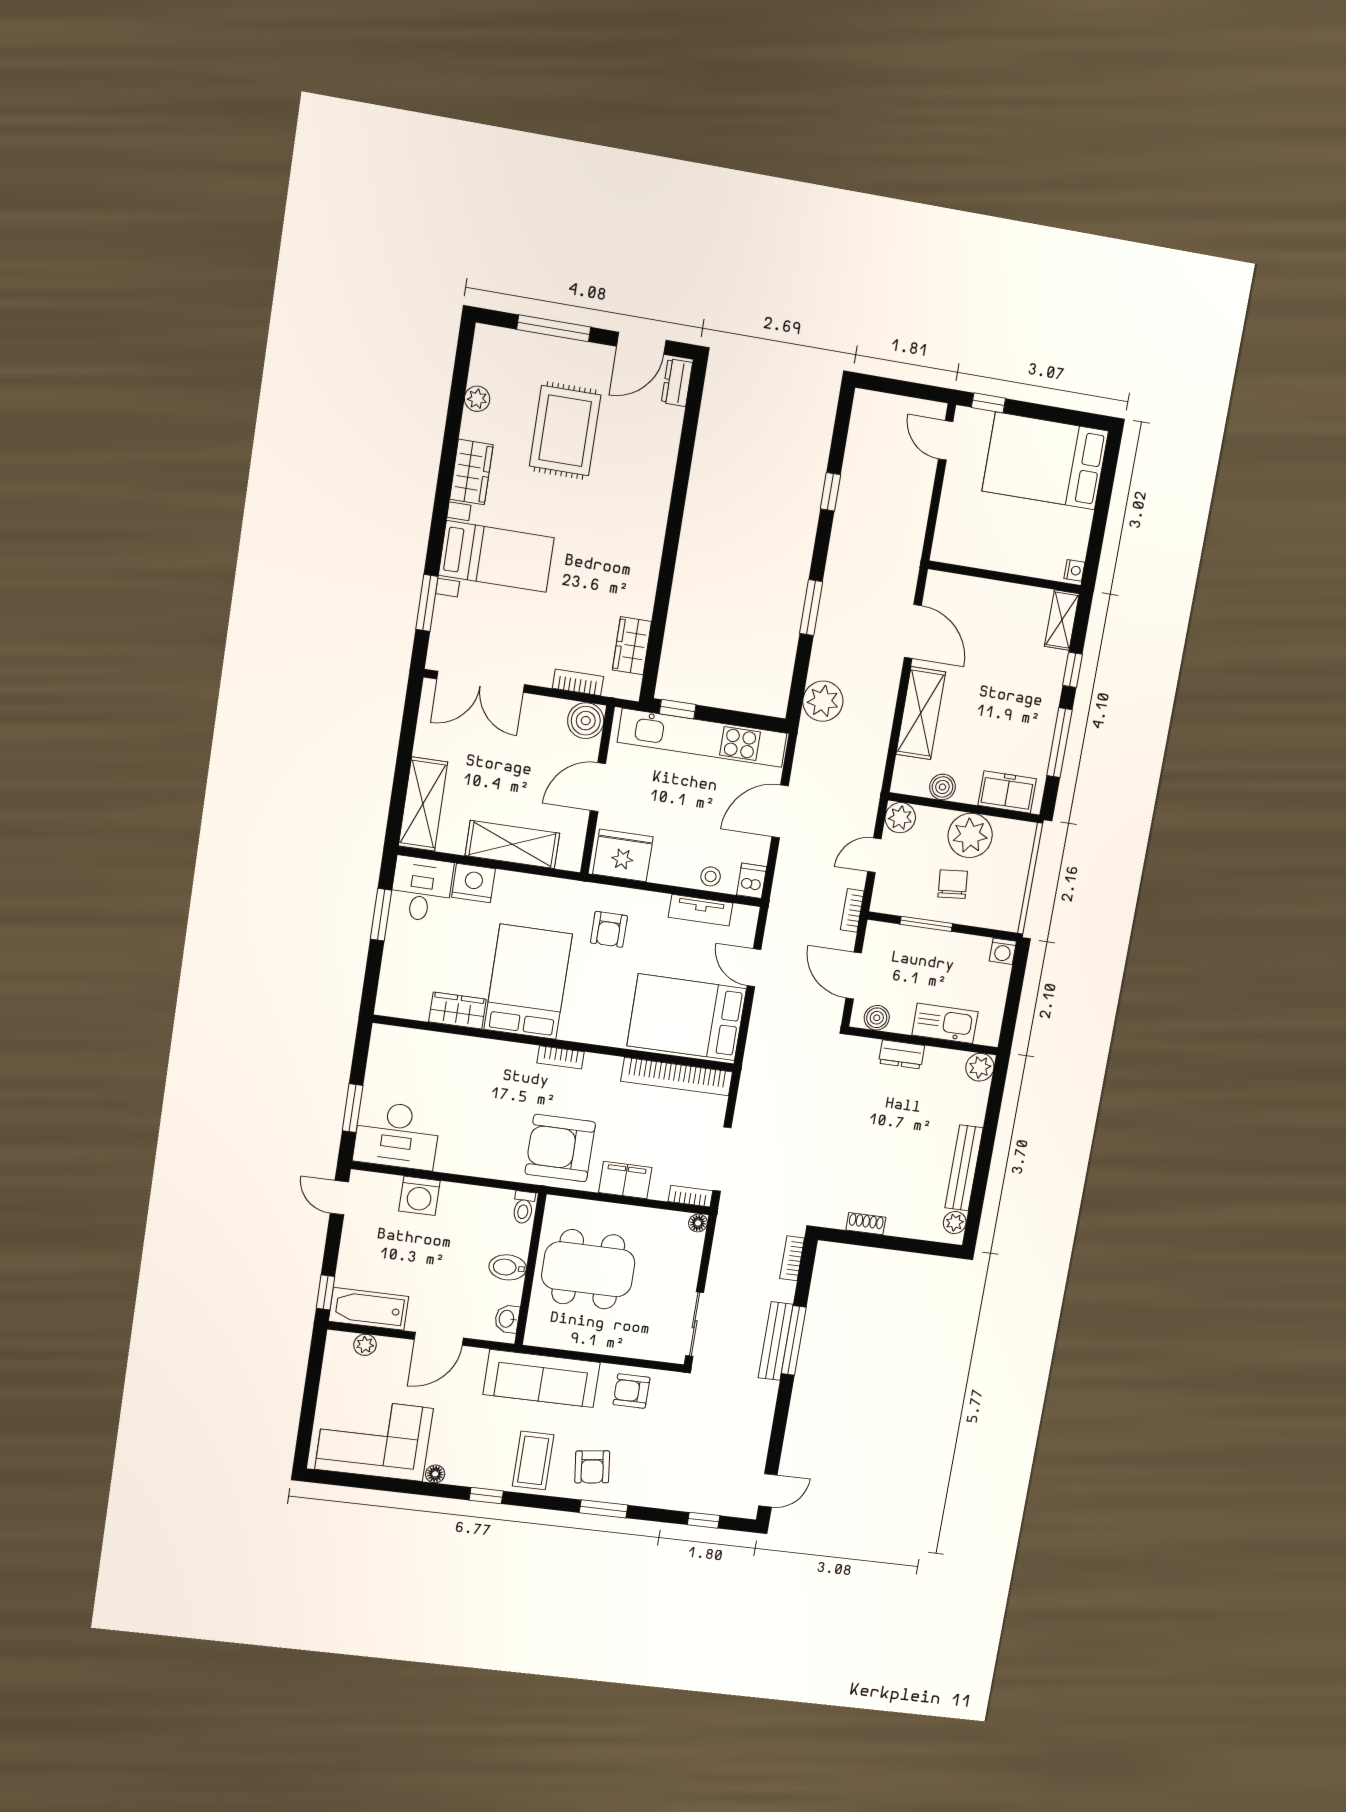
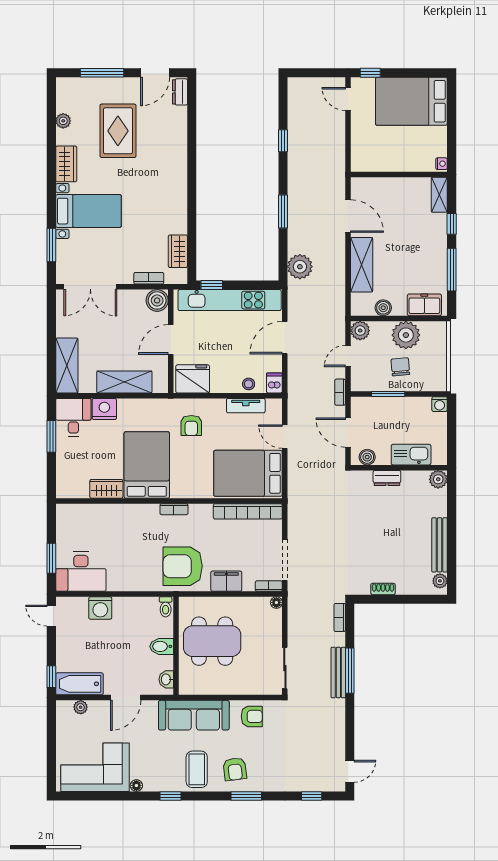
armchair: (631, 1391) -> (252, 716), turned 180

